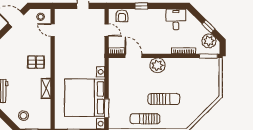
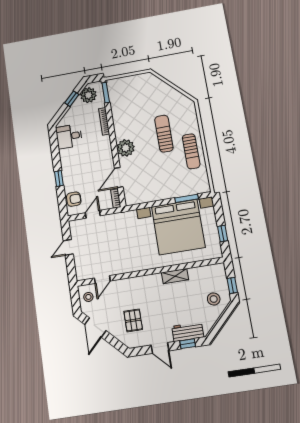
pallet: (36, 62) -> (133, 320), moved

